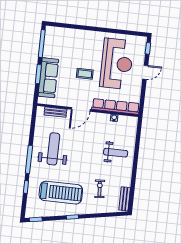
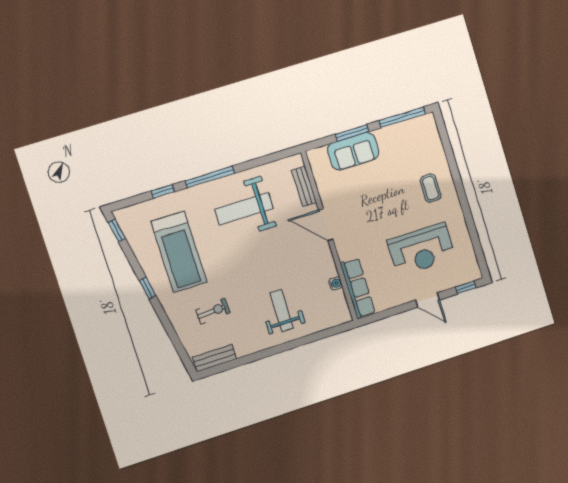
reception desk: (117, 64) -> (422, 249), width x0.74, depth x0.77
coffee table: (85, 74) -> (431, 188), moved
sofa: (48, 78) -> (353, 151), width x0.73
row of seats: (116, 106) -> (358, 288), width x0.73
weight bench: (53, 149) -> (244, 209), turned 180
weight bench: (116, 153) -> (282, 310), turned 180

